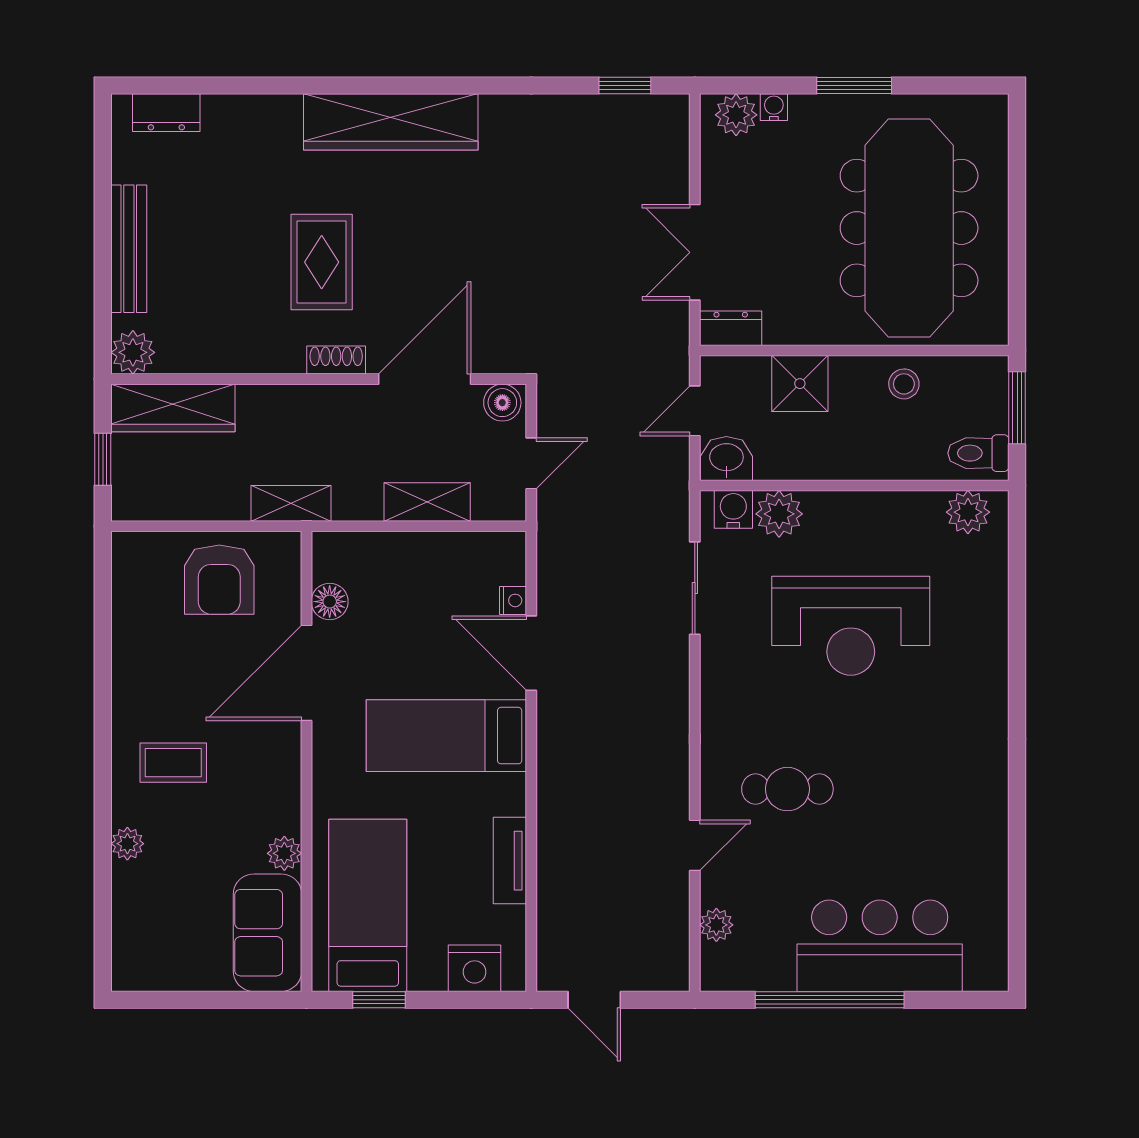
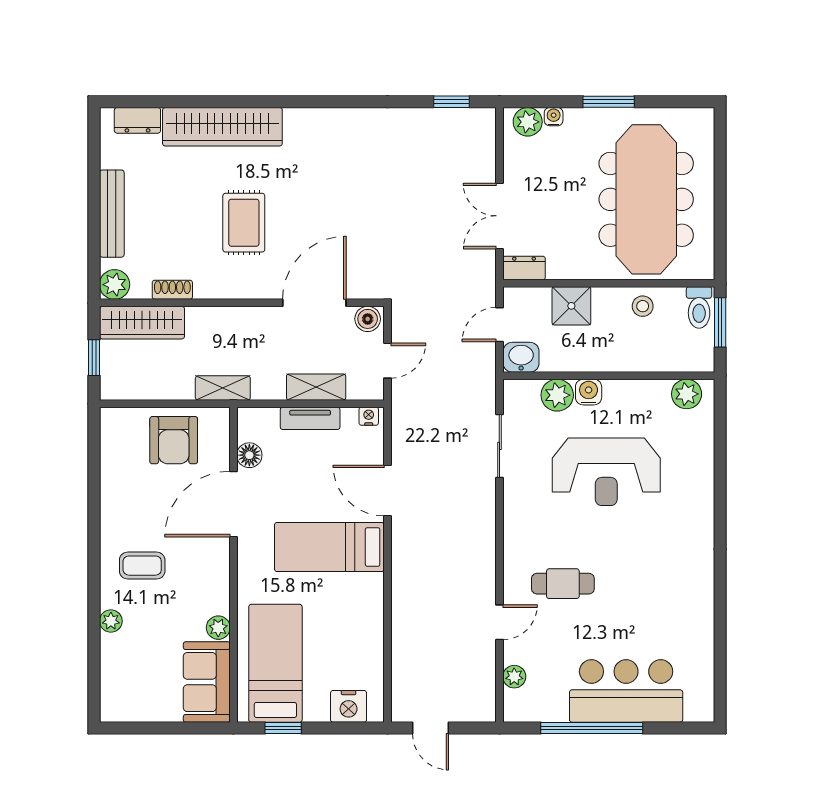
wardrobe: (391, 122) -> (222, 127), moved
shoe rack: (336, 360) -> (172, 290), moved
toilet: (978, 453) -> (699, 307), moved, turned -90
water cooler: (733, 509) -> (589, 392), moved
nightstand: (513, 600) -> (369, 416), moved, turned -90
tv unit: (510, 861) -> (310, 418), moved, turned -90

